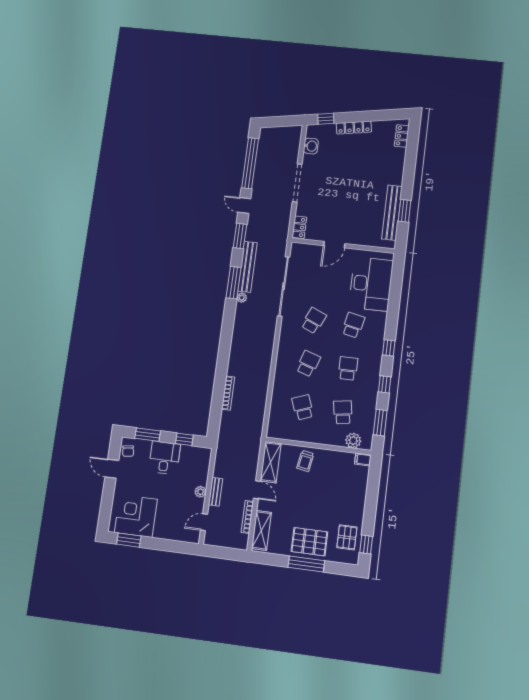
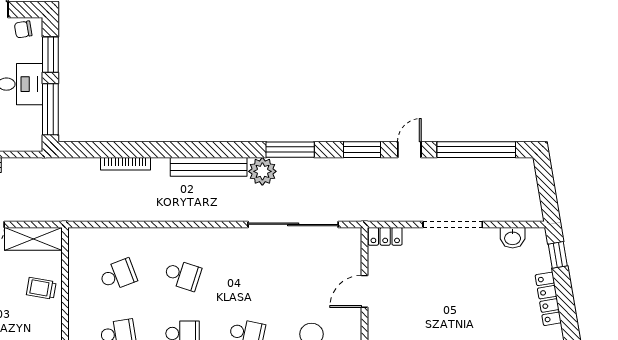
door: (334, 245) -> (365, 291), hinge flipped
bench: (247, 267) -> (209, 167), moved
plant: (242, 298) -> (262, 171), width x1.88, depth x1.88
school desk: (314, 321) -> (247, 275), removed
window: (184, 439) -> (50, 109), width x2.17

